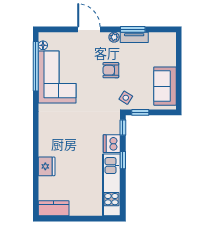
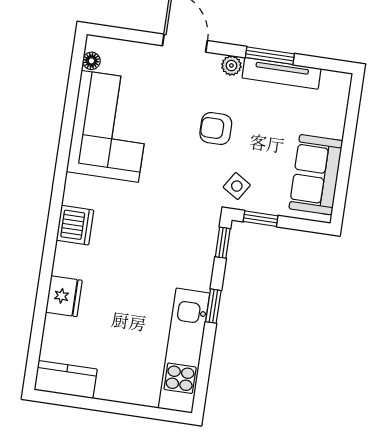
tv unit: (134, 37) -> (281, 73), width x1.41
window: (36, 66) -> (72, 99), removed
dishwasher: (112, 144) -> (75, 225), moved, turned 180

